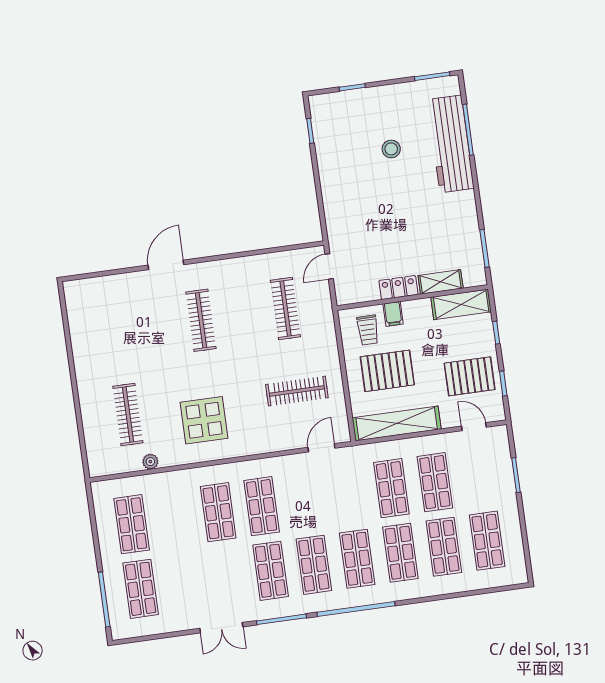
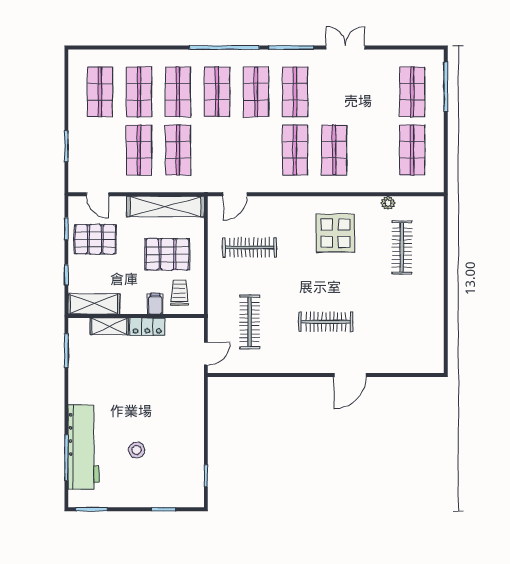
clothes rail: (201, 320) -> (326, 322), turned 90

